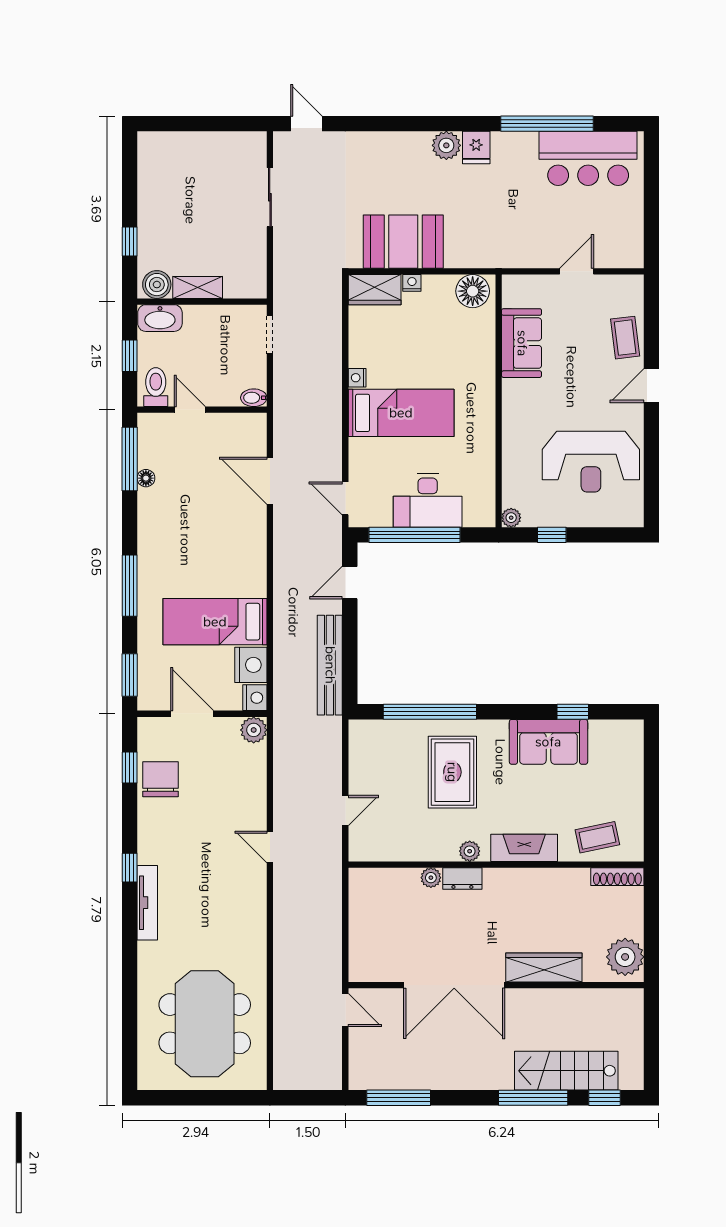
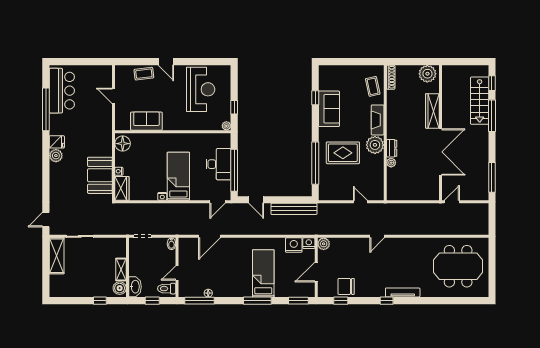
shelving: (227, 147) -> (57, 256), added
bed: (215, 622) -> (263, 273), moved, turned 180
plant: (470, 851) -> (375, 145), width x1.88, depth x1.88

